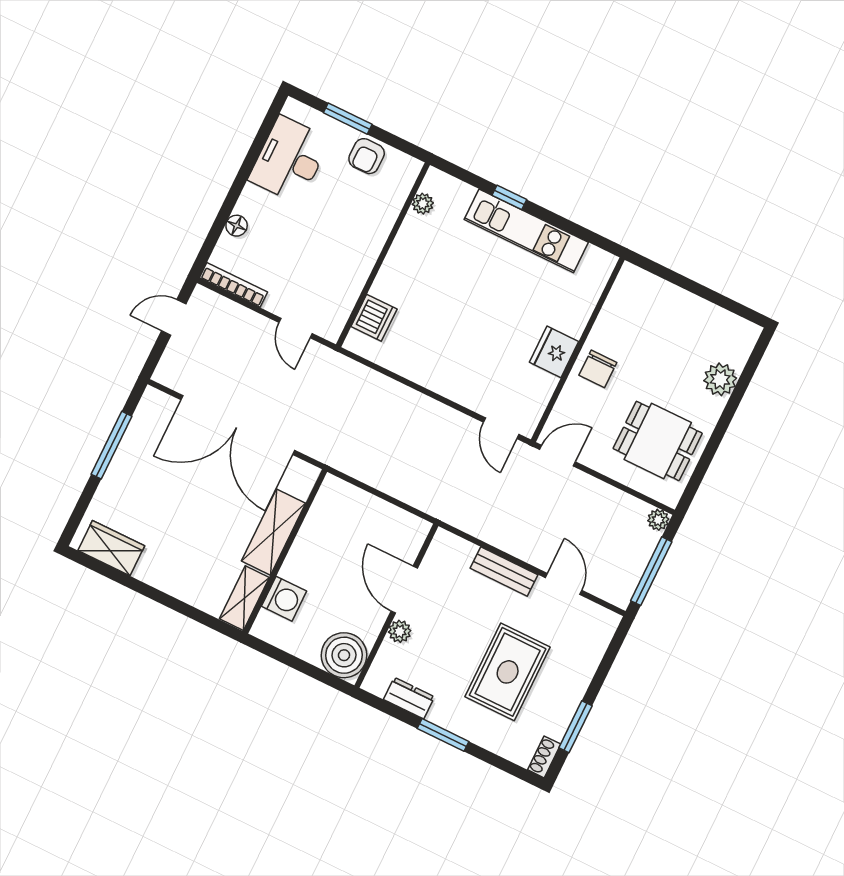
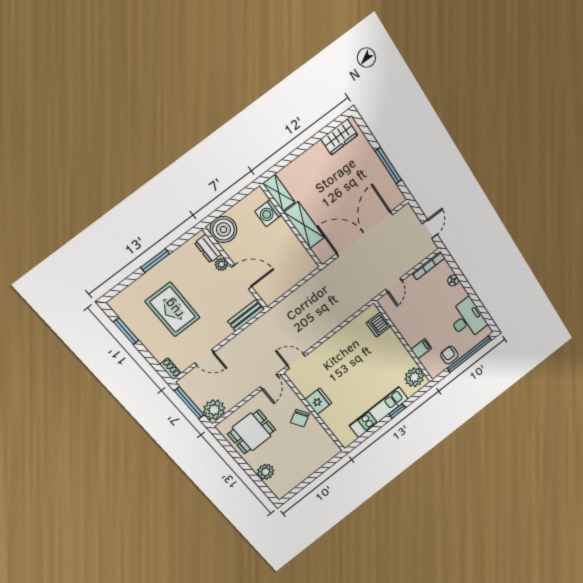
window: (348, 119) -> (469, 354), width x2.11
plant: (423, 204) -> (414, 377), width x1.88, depth x1.88
filing cabinet: (380, 216) -> (421, 349), added
door: (296, 328) -> (394, 285), swing flipped
chair: (598, 369) -> (300, 418), turned -121
plant: (658, 520) -> (214, 410), width x1.88, depth x1.88
bench: (504, 571) -> (246, 315), moved
dresser: (409, 698) -> (208, 248), moved, turned 90
shoe rack: (544, 757) -> (170, 369), moved

